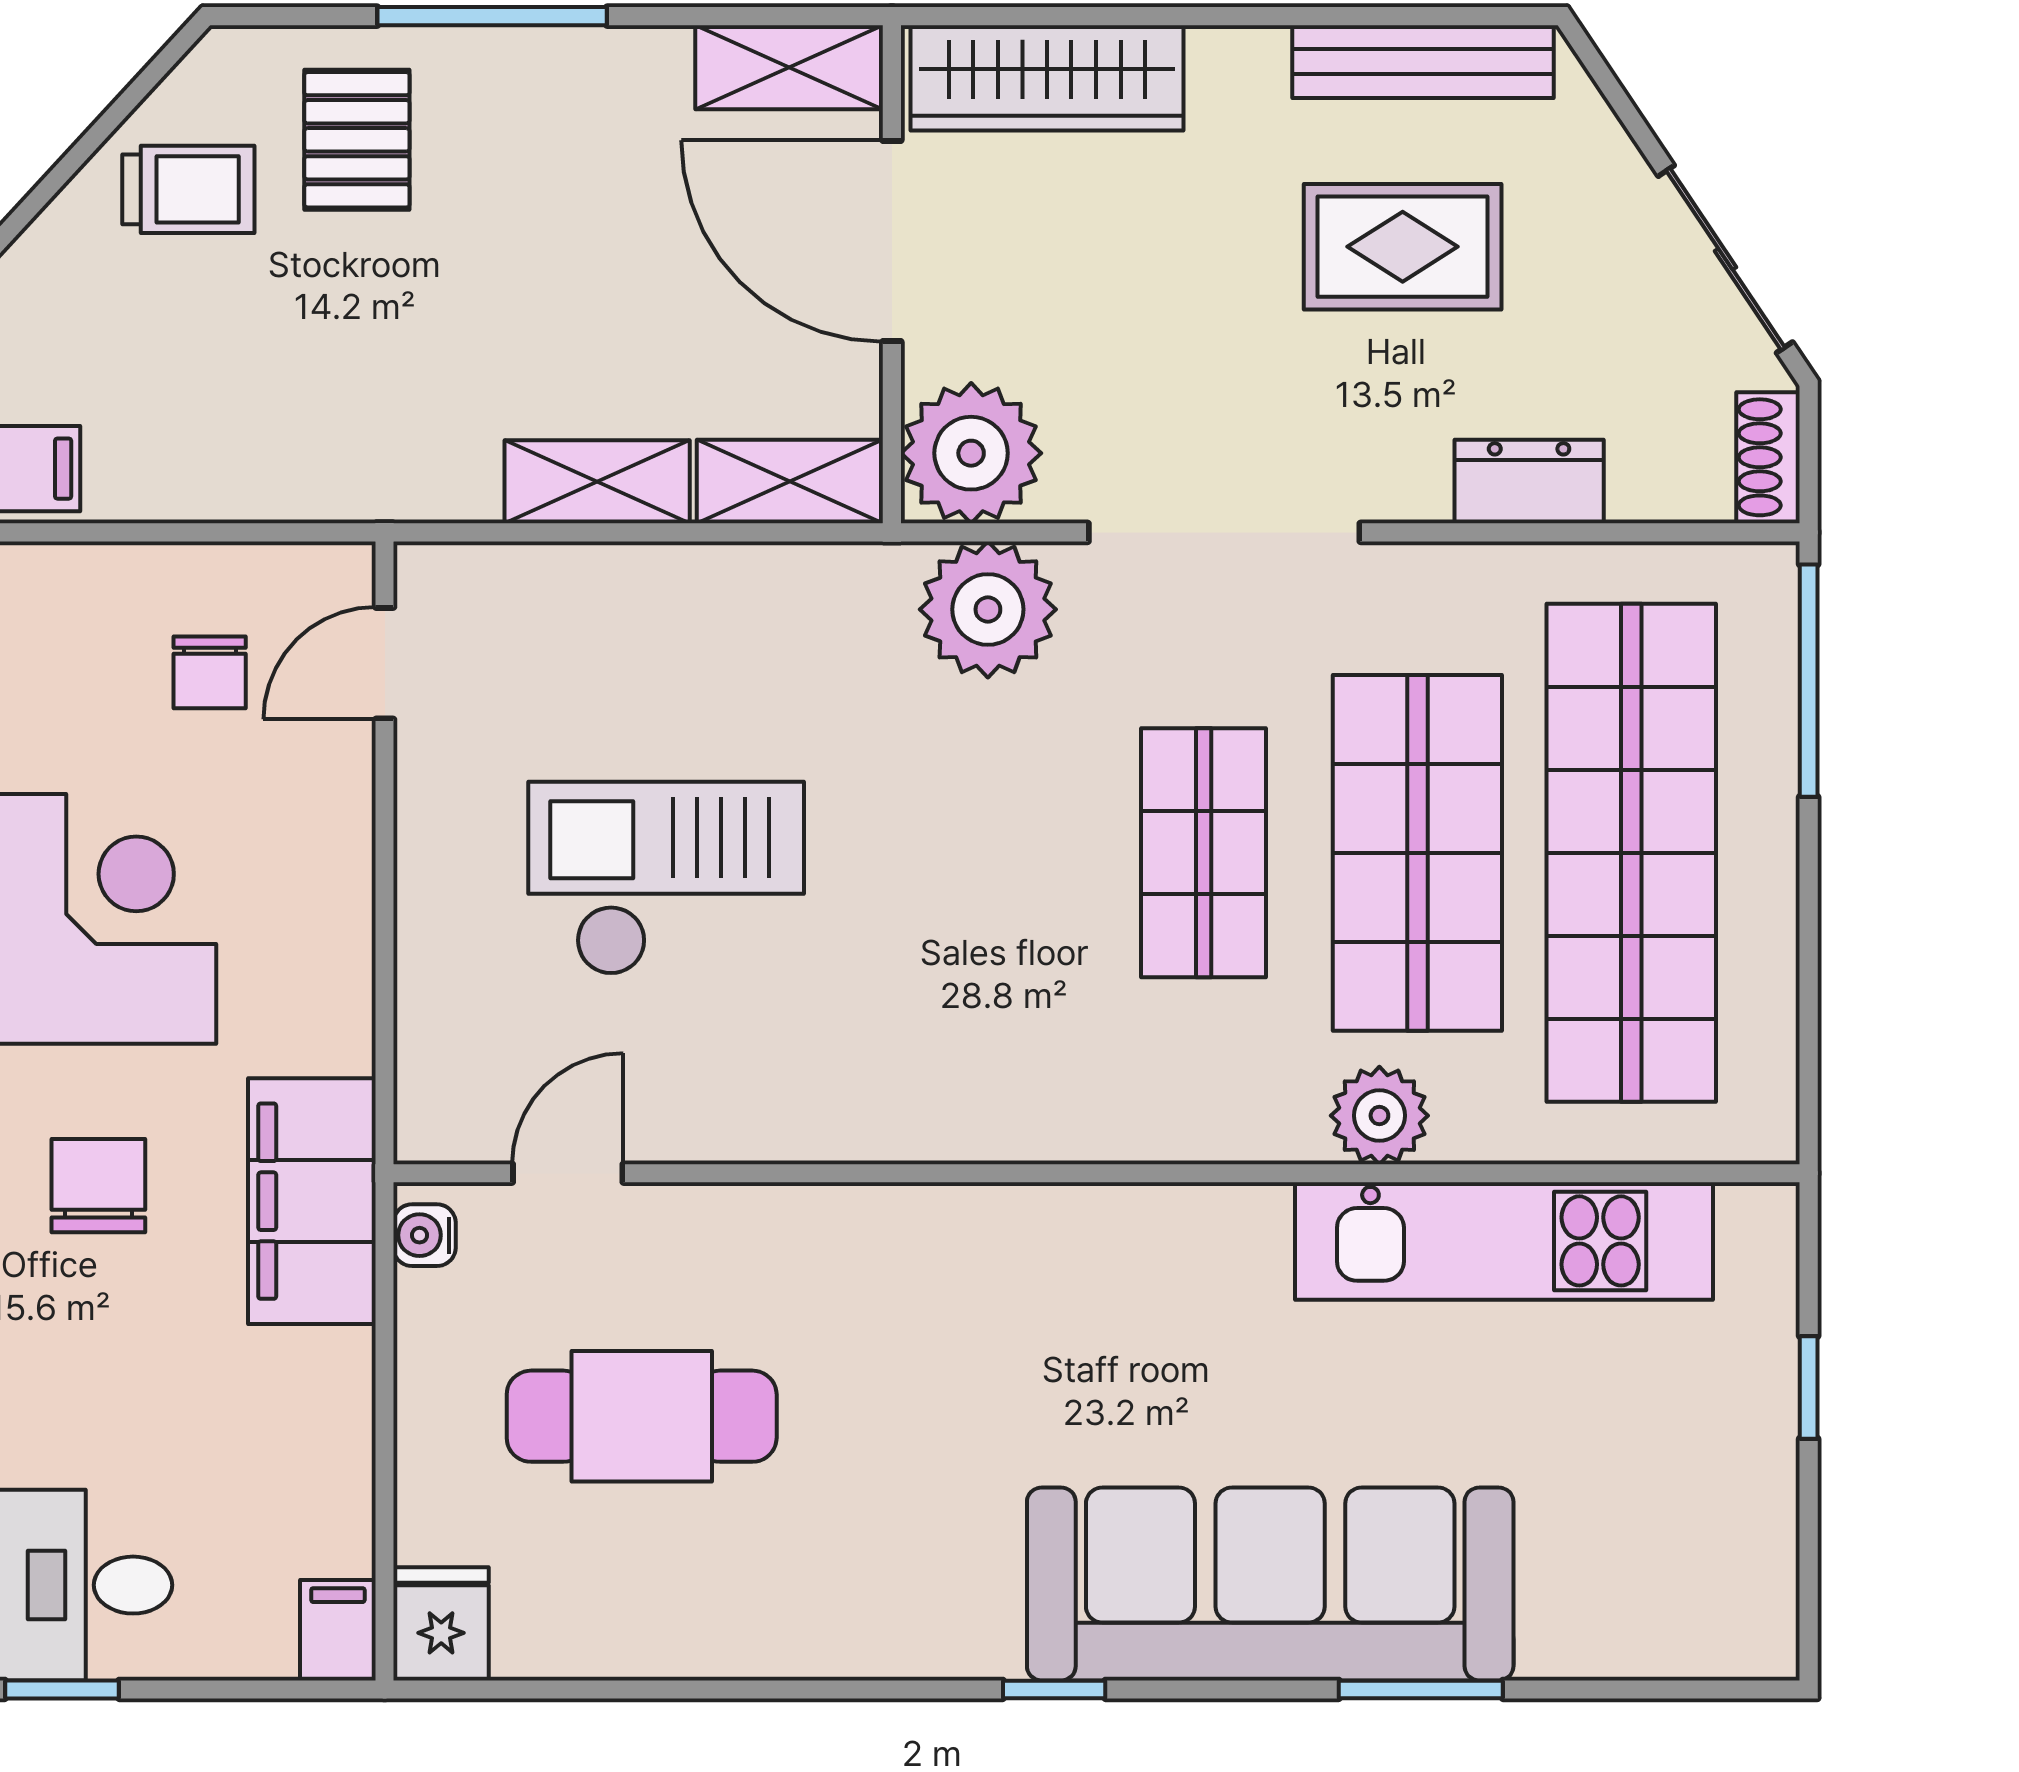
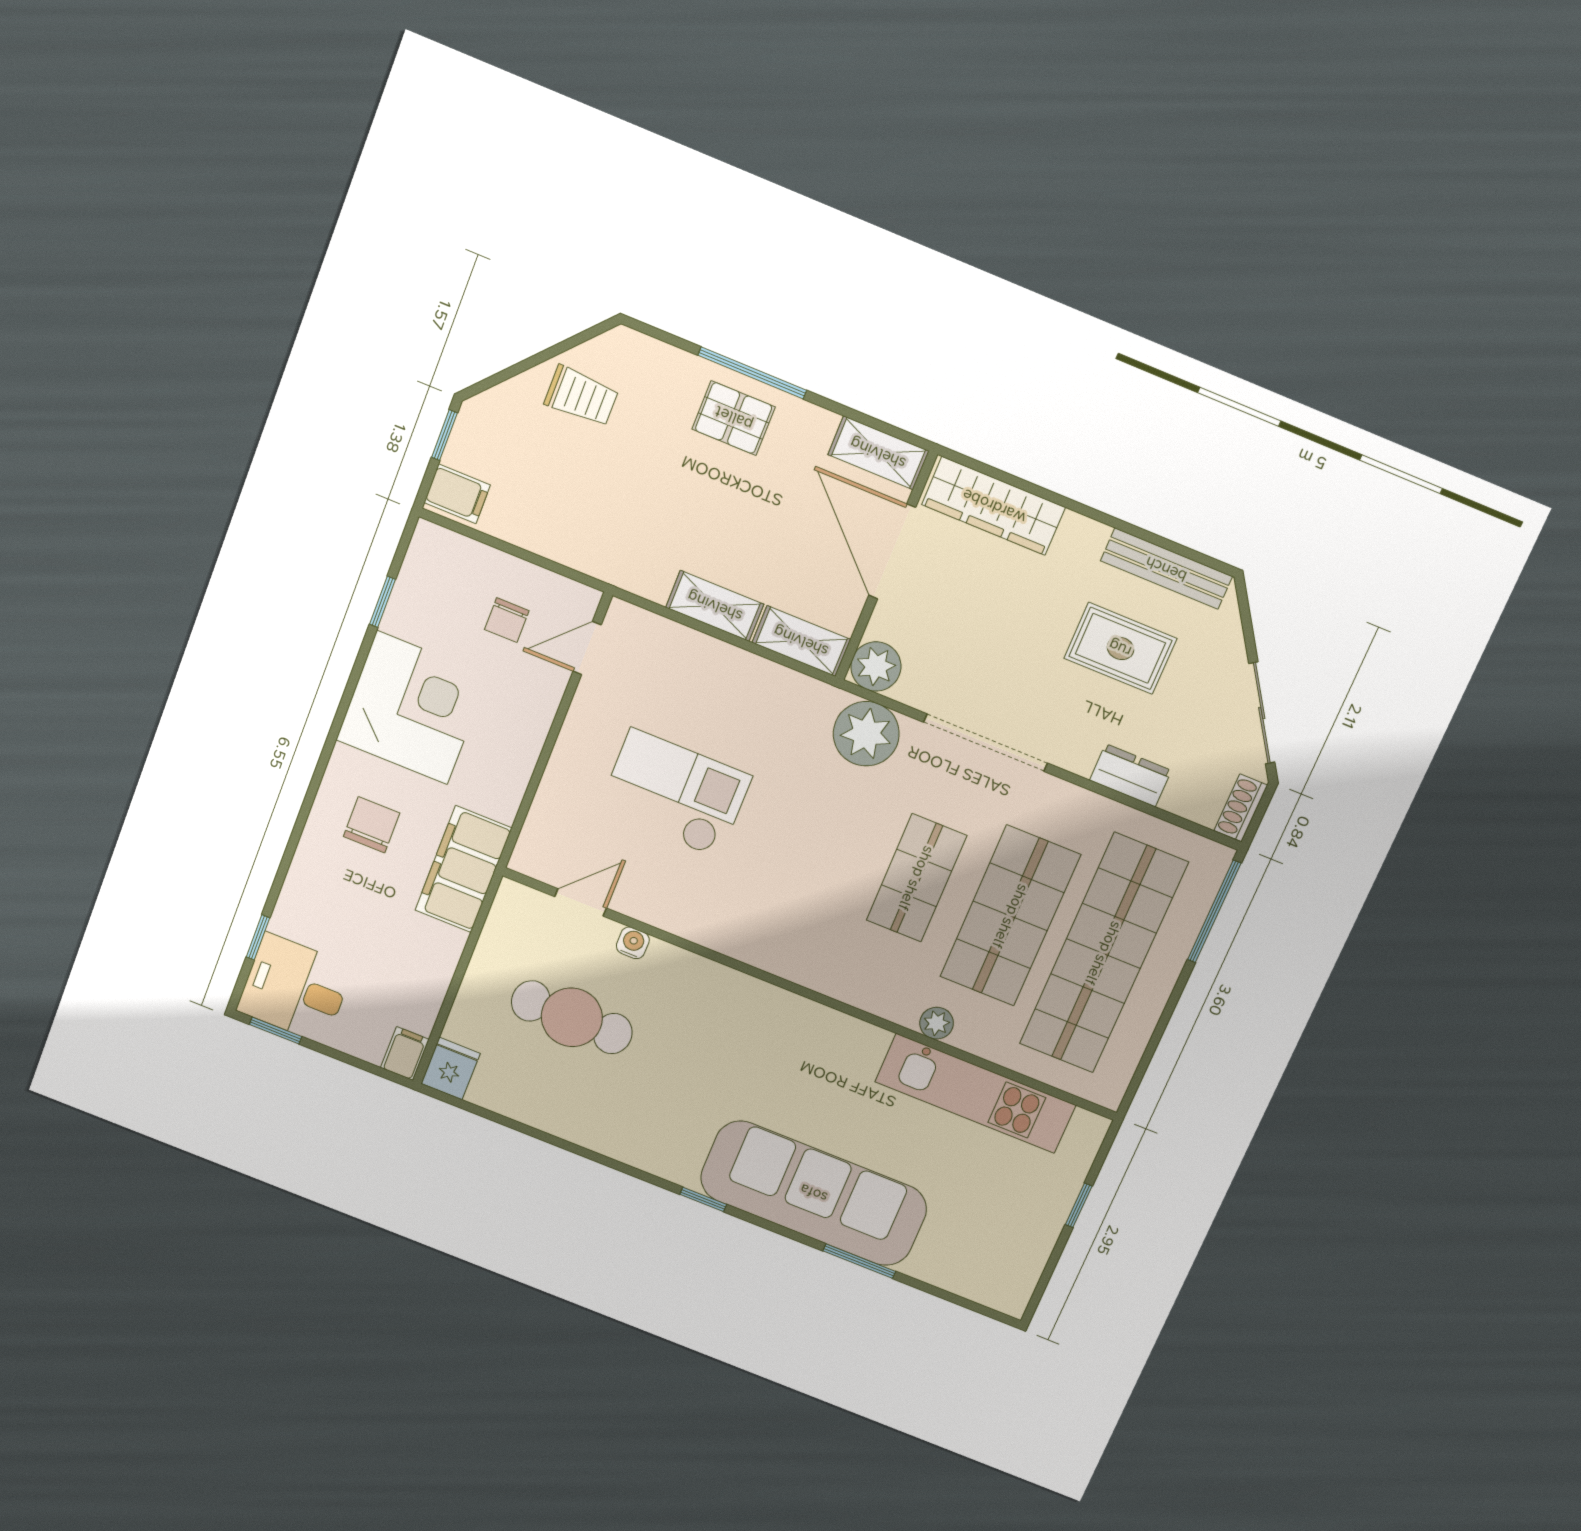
pallet: (357, 140) -> (734, 418), moved, turned 90
plant: (971, 453) -> (876, 666), width x0.73, depth x0.73
plant: (1379, 1116) -> (937, 1023), width x0.73, depth x0.73
water cooler: (424, 1235) -> (633, 943), moved, turned 90

